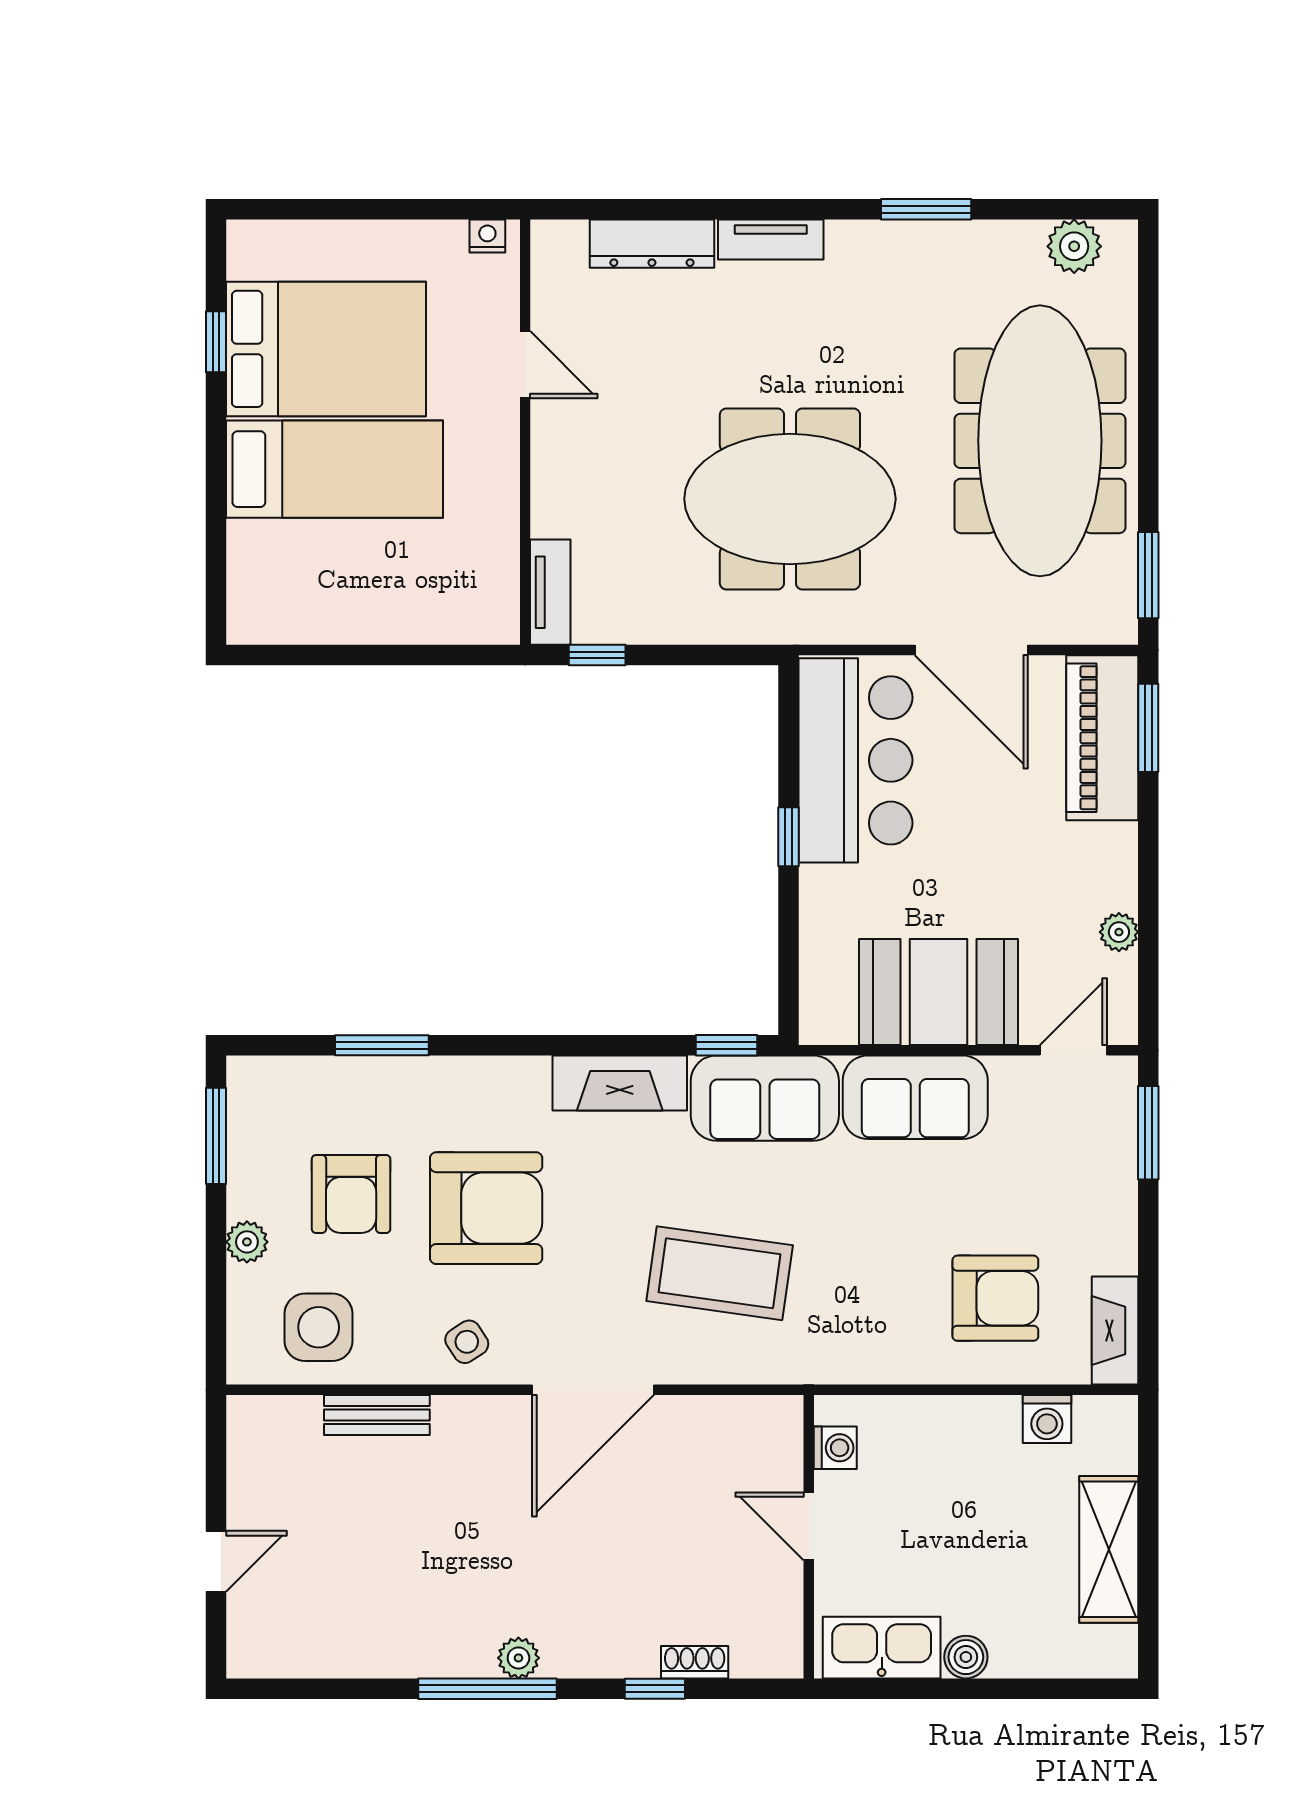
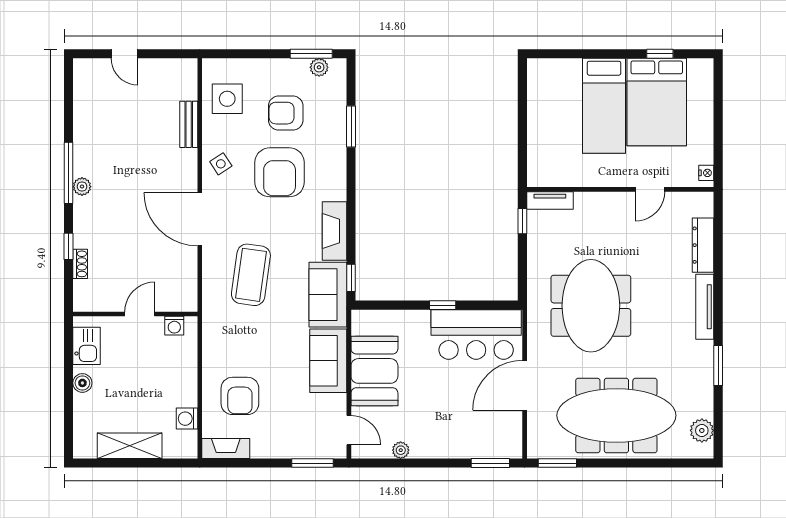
tv unit: (771, 239) -> (705, 307), width x1.41
piano: (1102, 738) -> (486, 443), removed
plant: (247, 1242) -> (319, 67), moved
kitchen sink: (882, 1648) -> (87, 346), width x0.73

